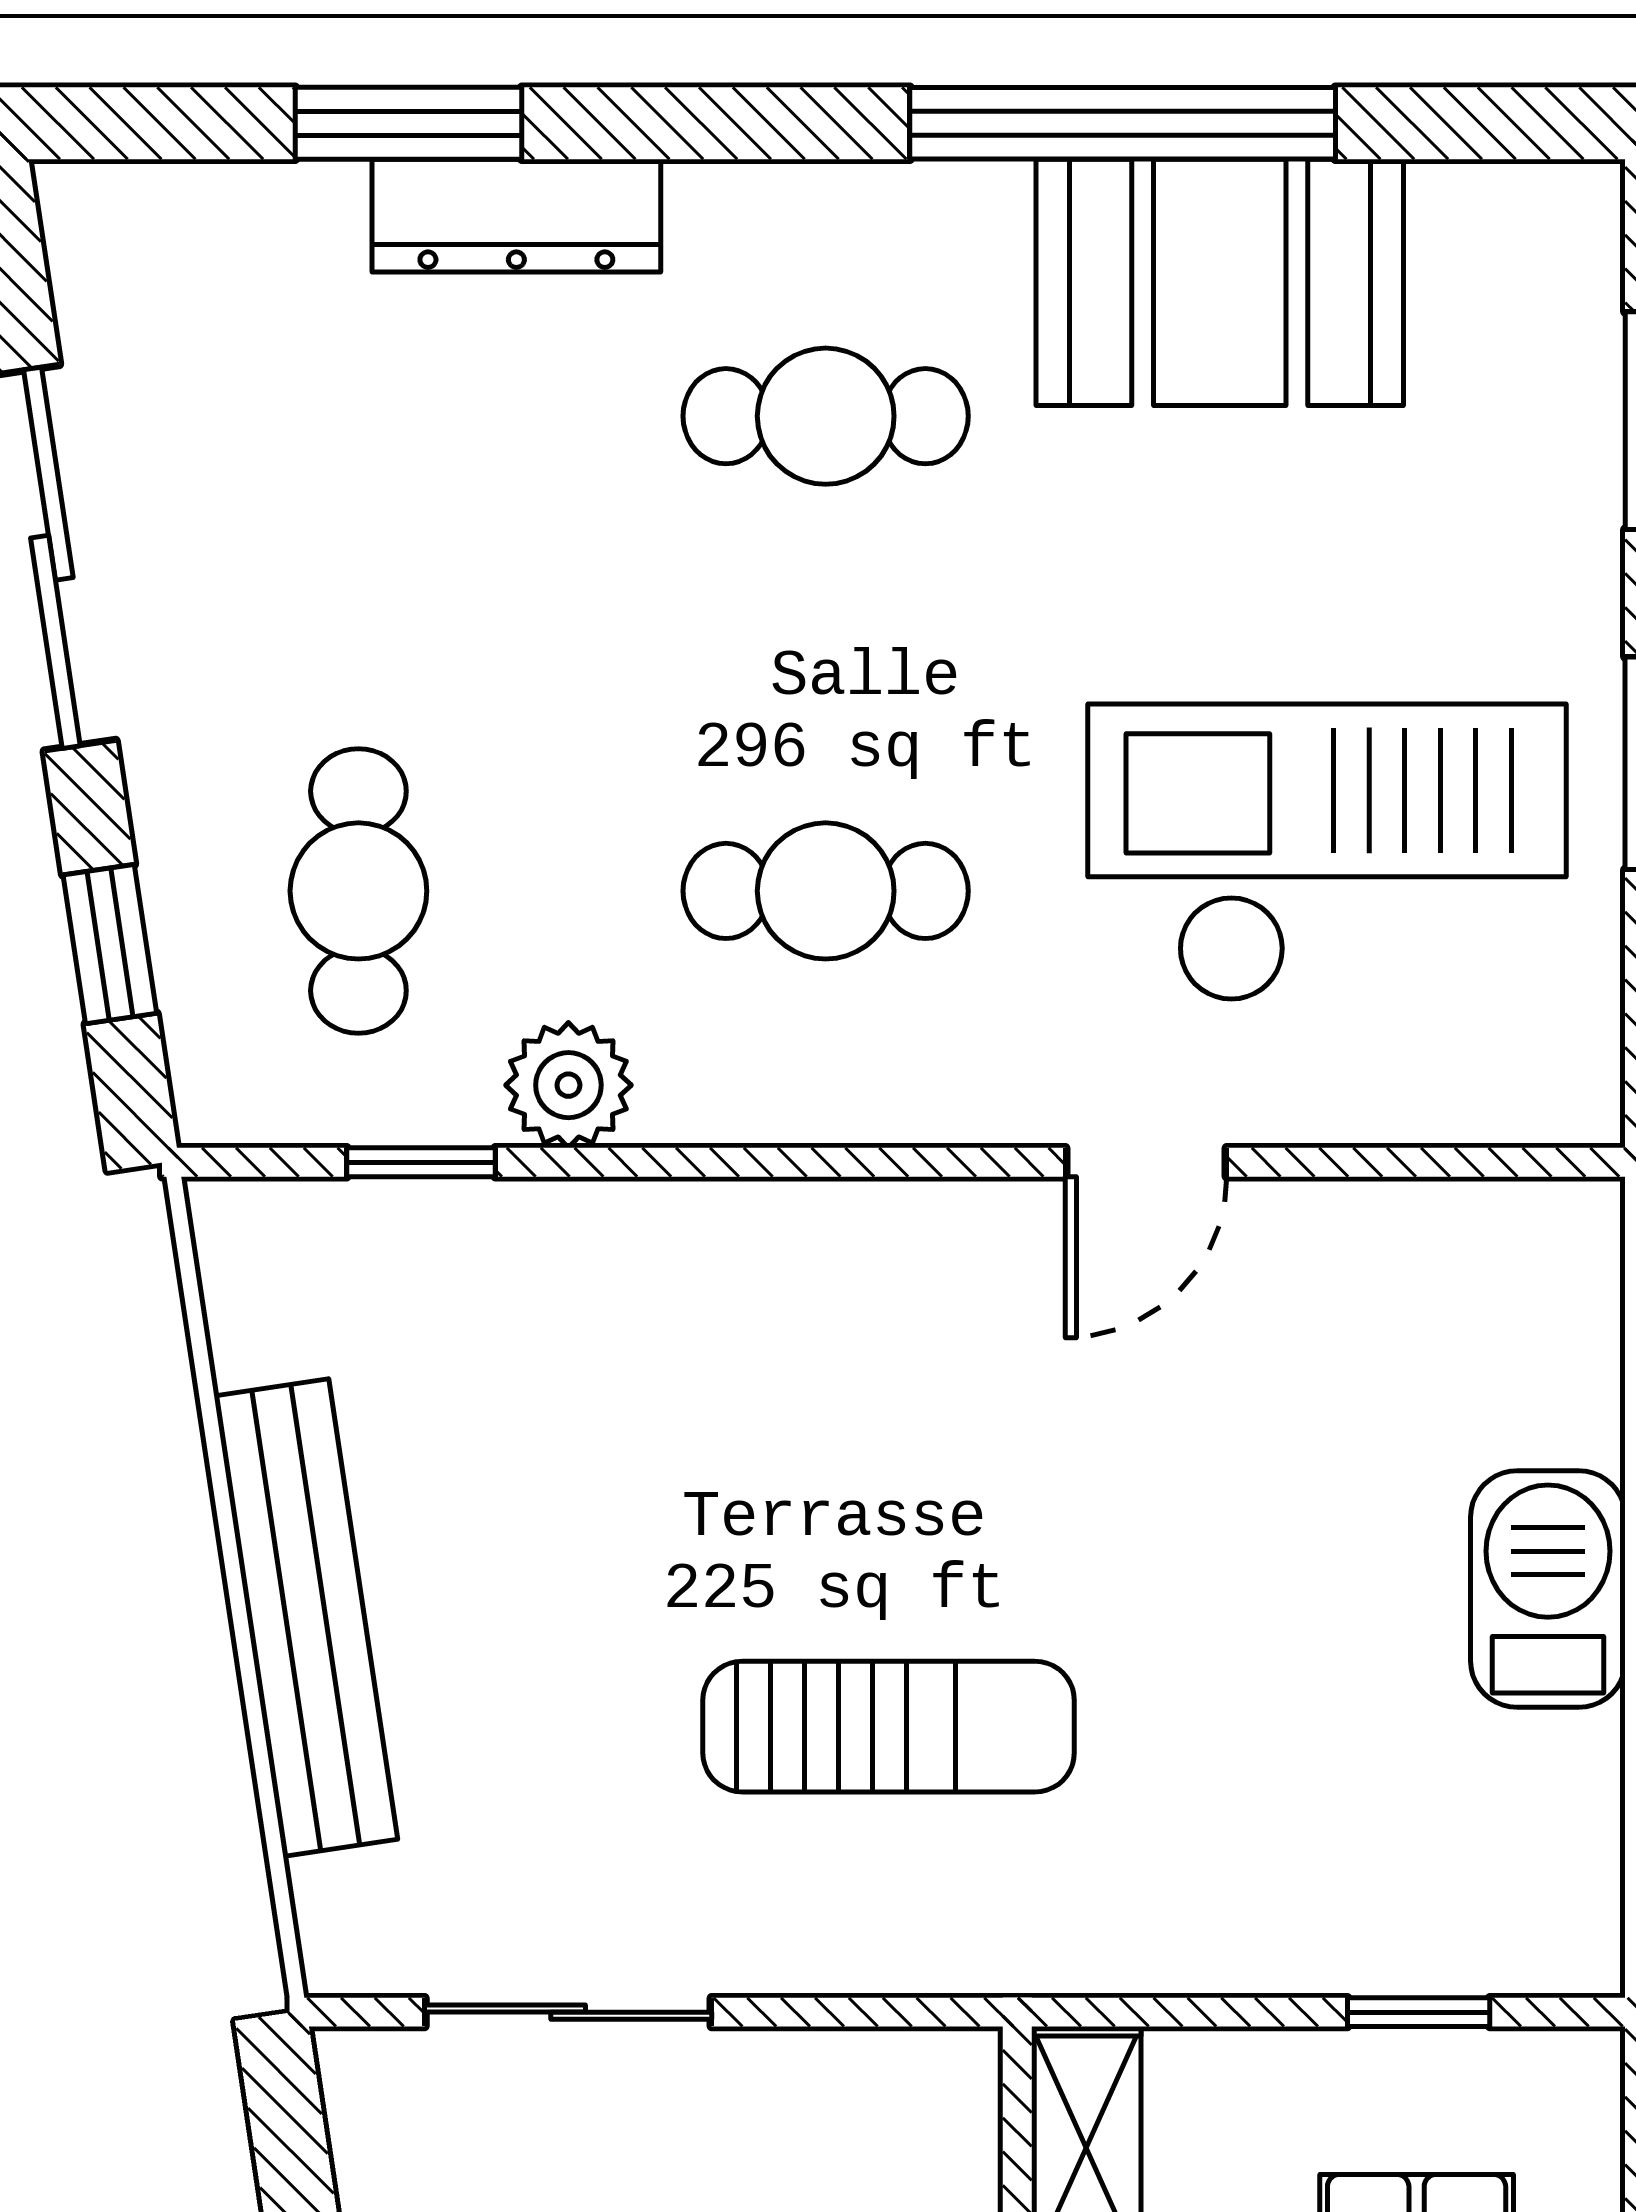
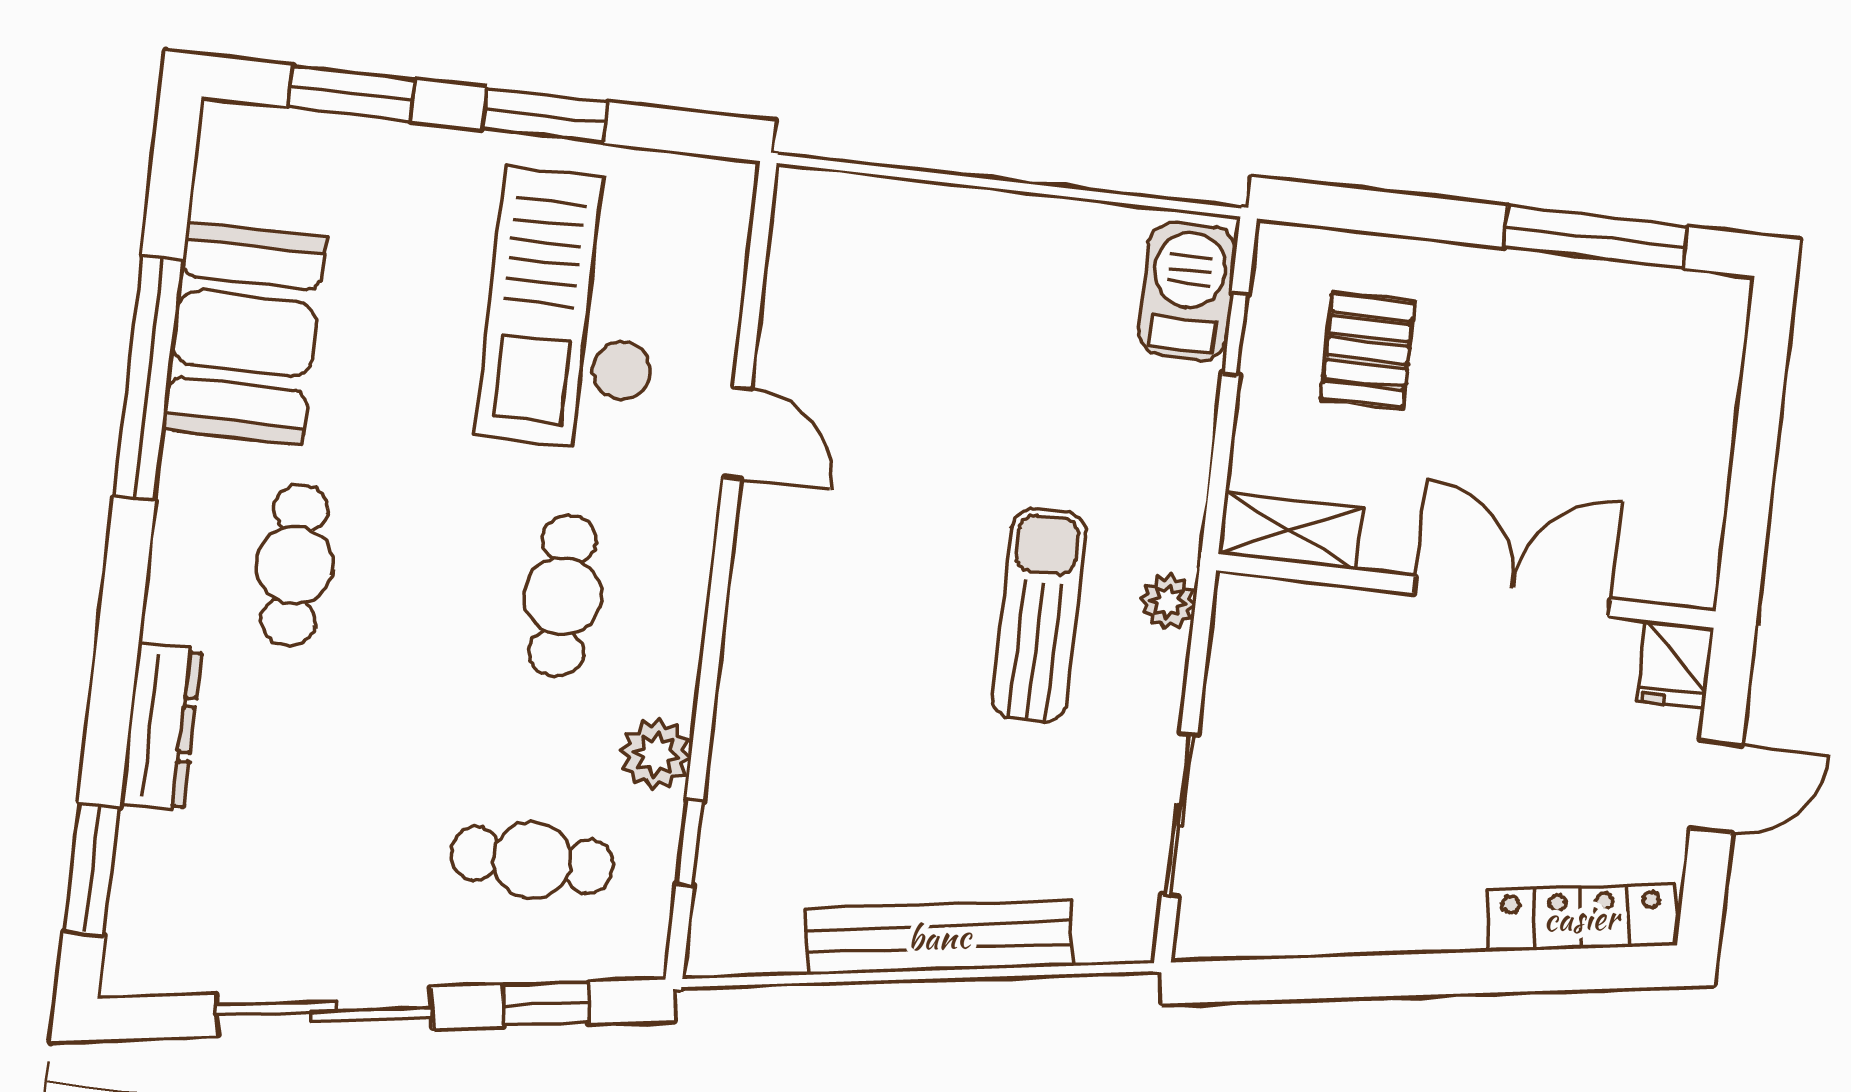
window: (408, 123) -> (92, 869), moved
barbecue: (1548, 1589) -> (1188, 291), moved, turned 90
plant: (938, 1949) -> (1168, 602), added

